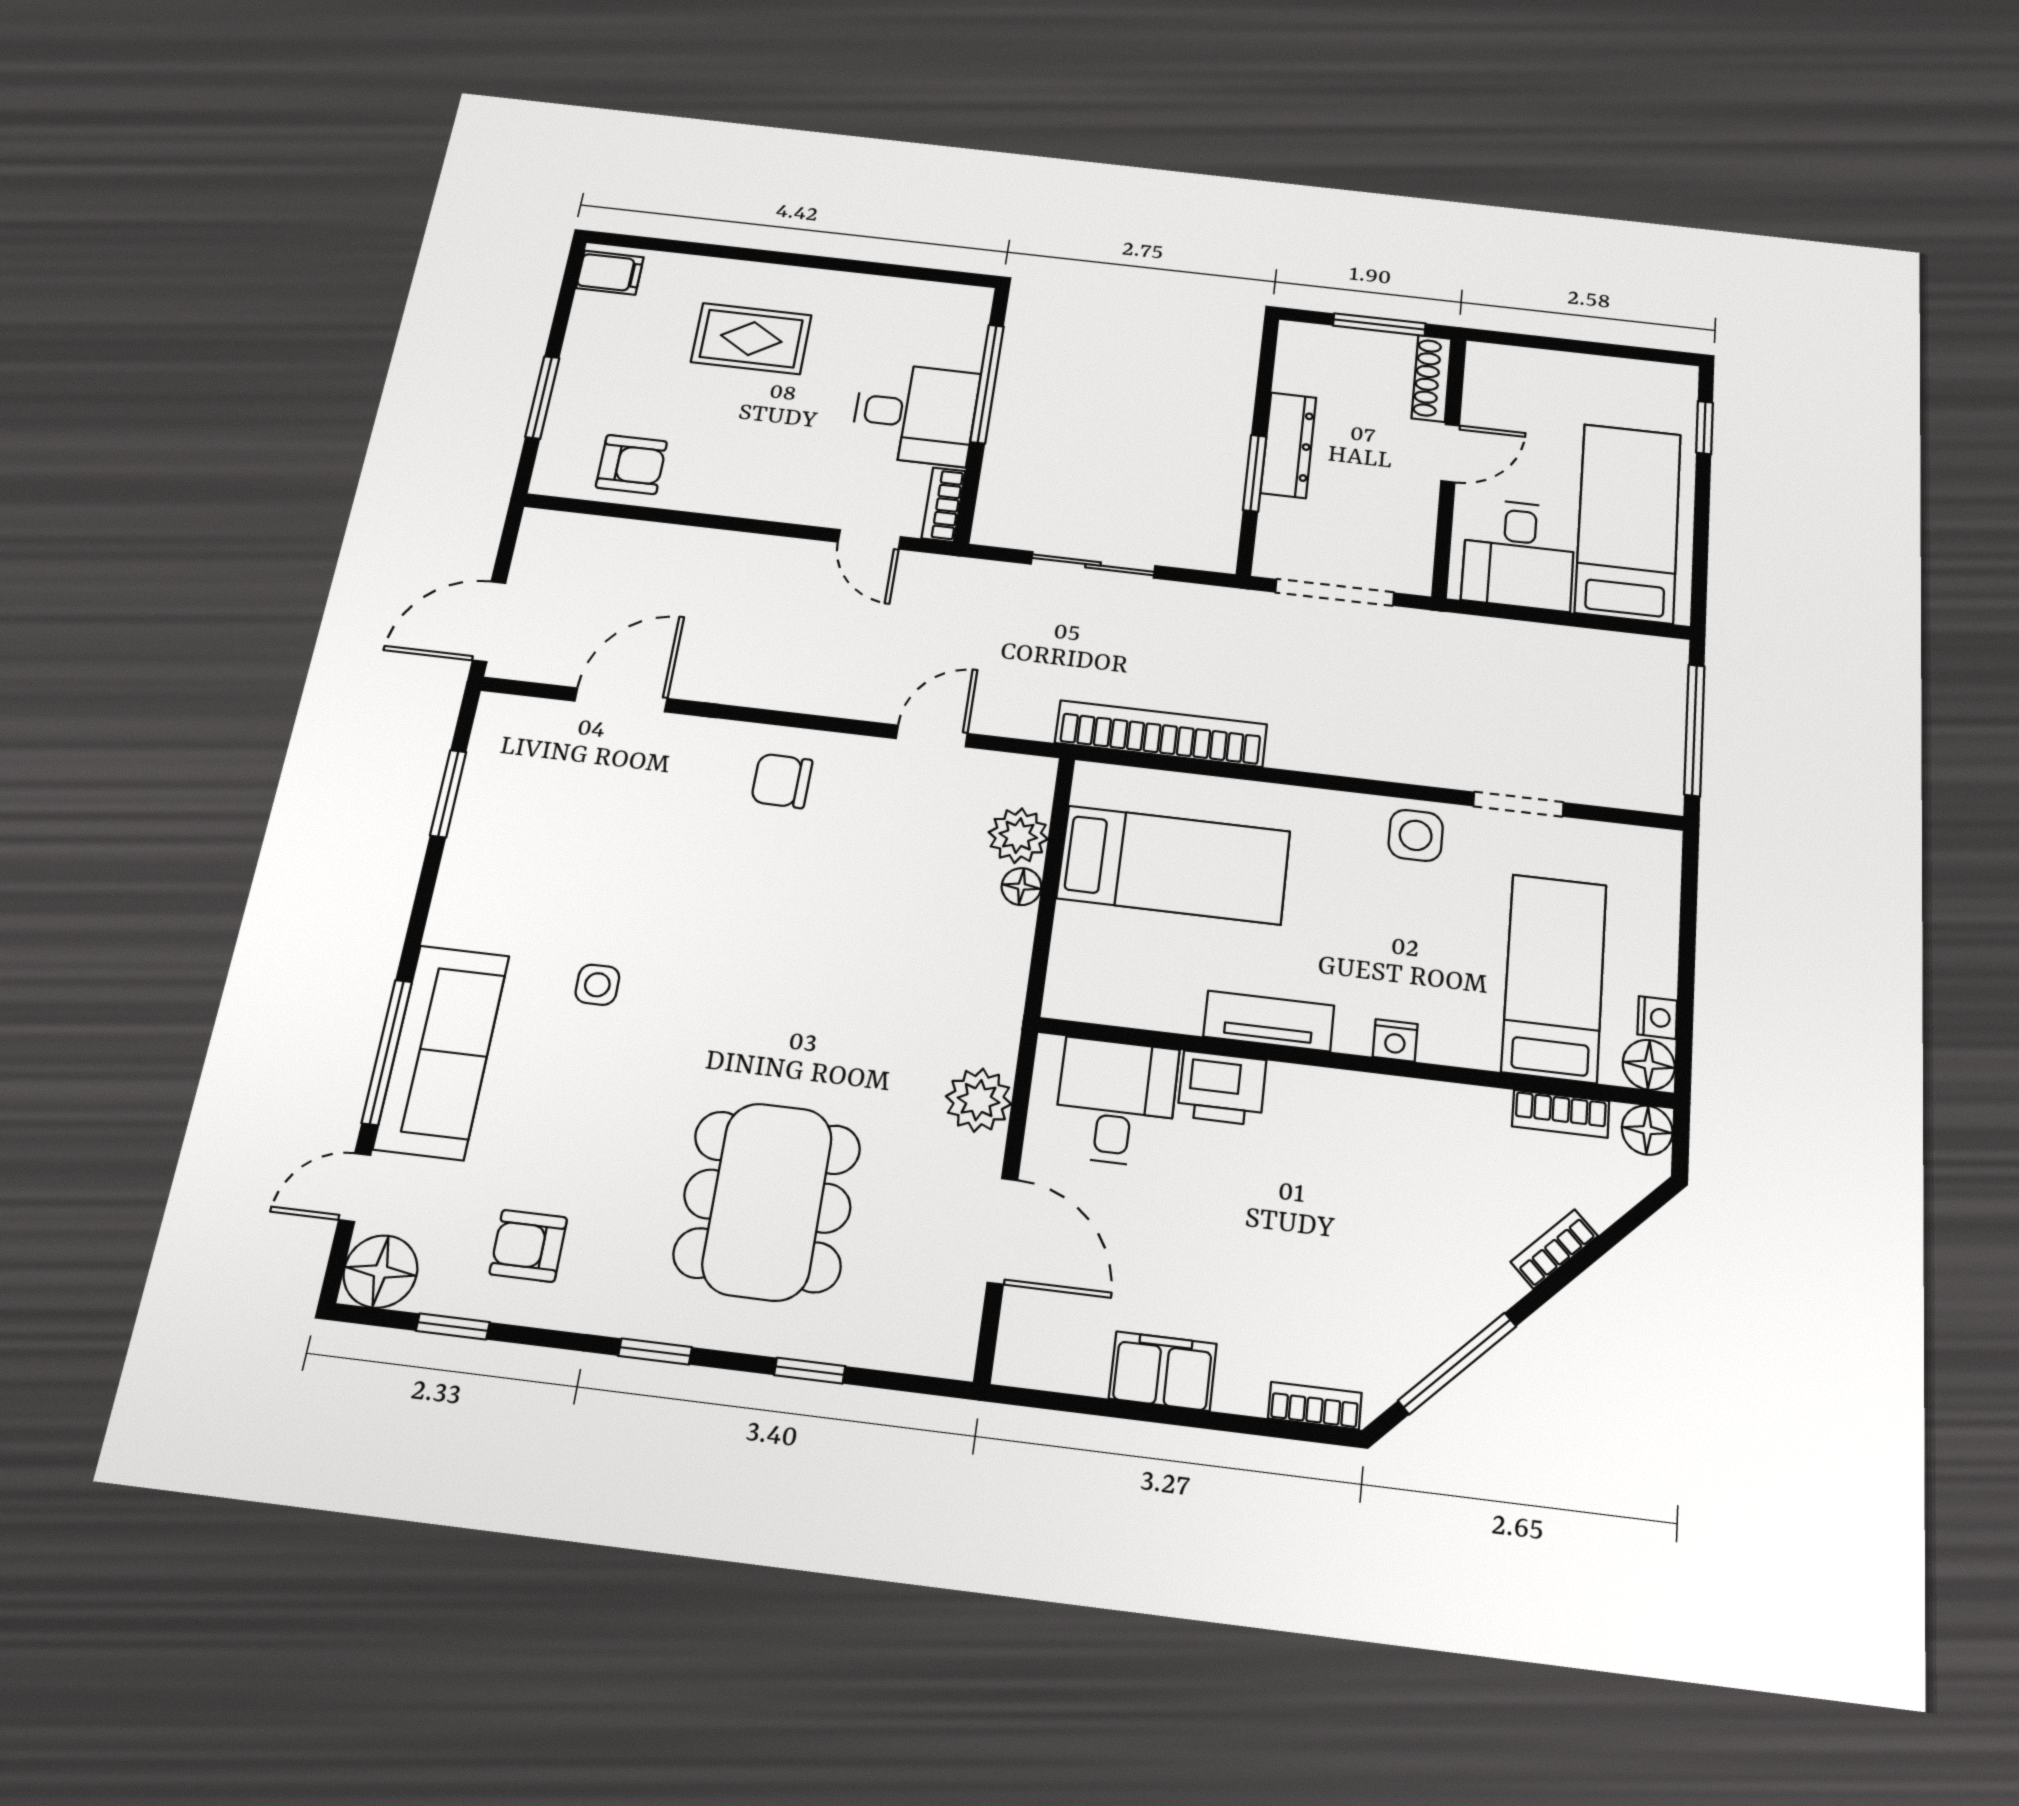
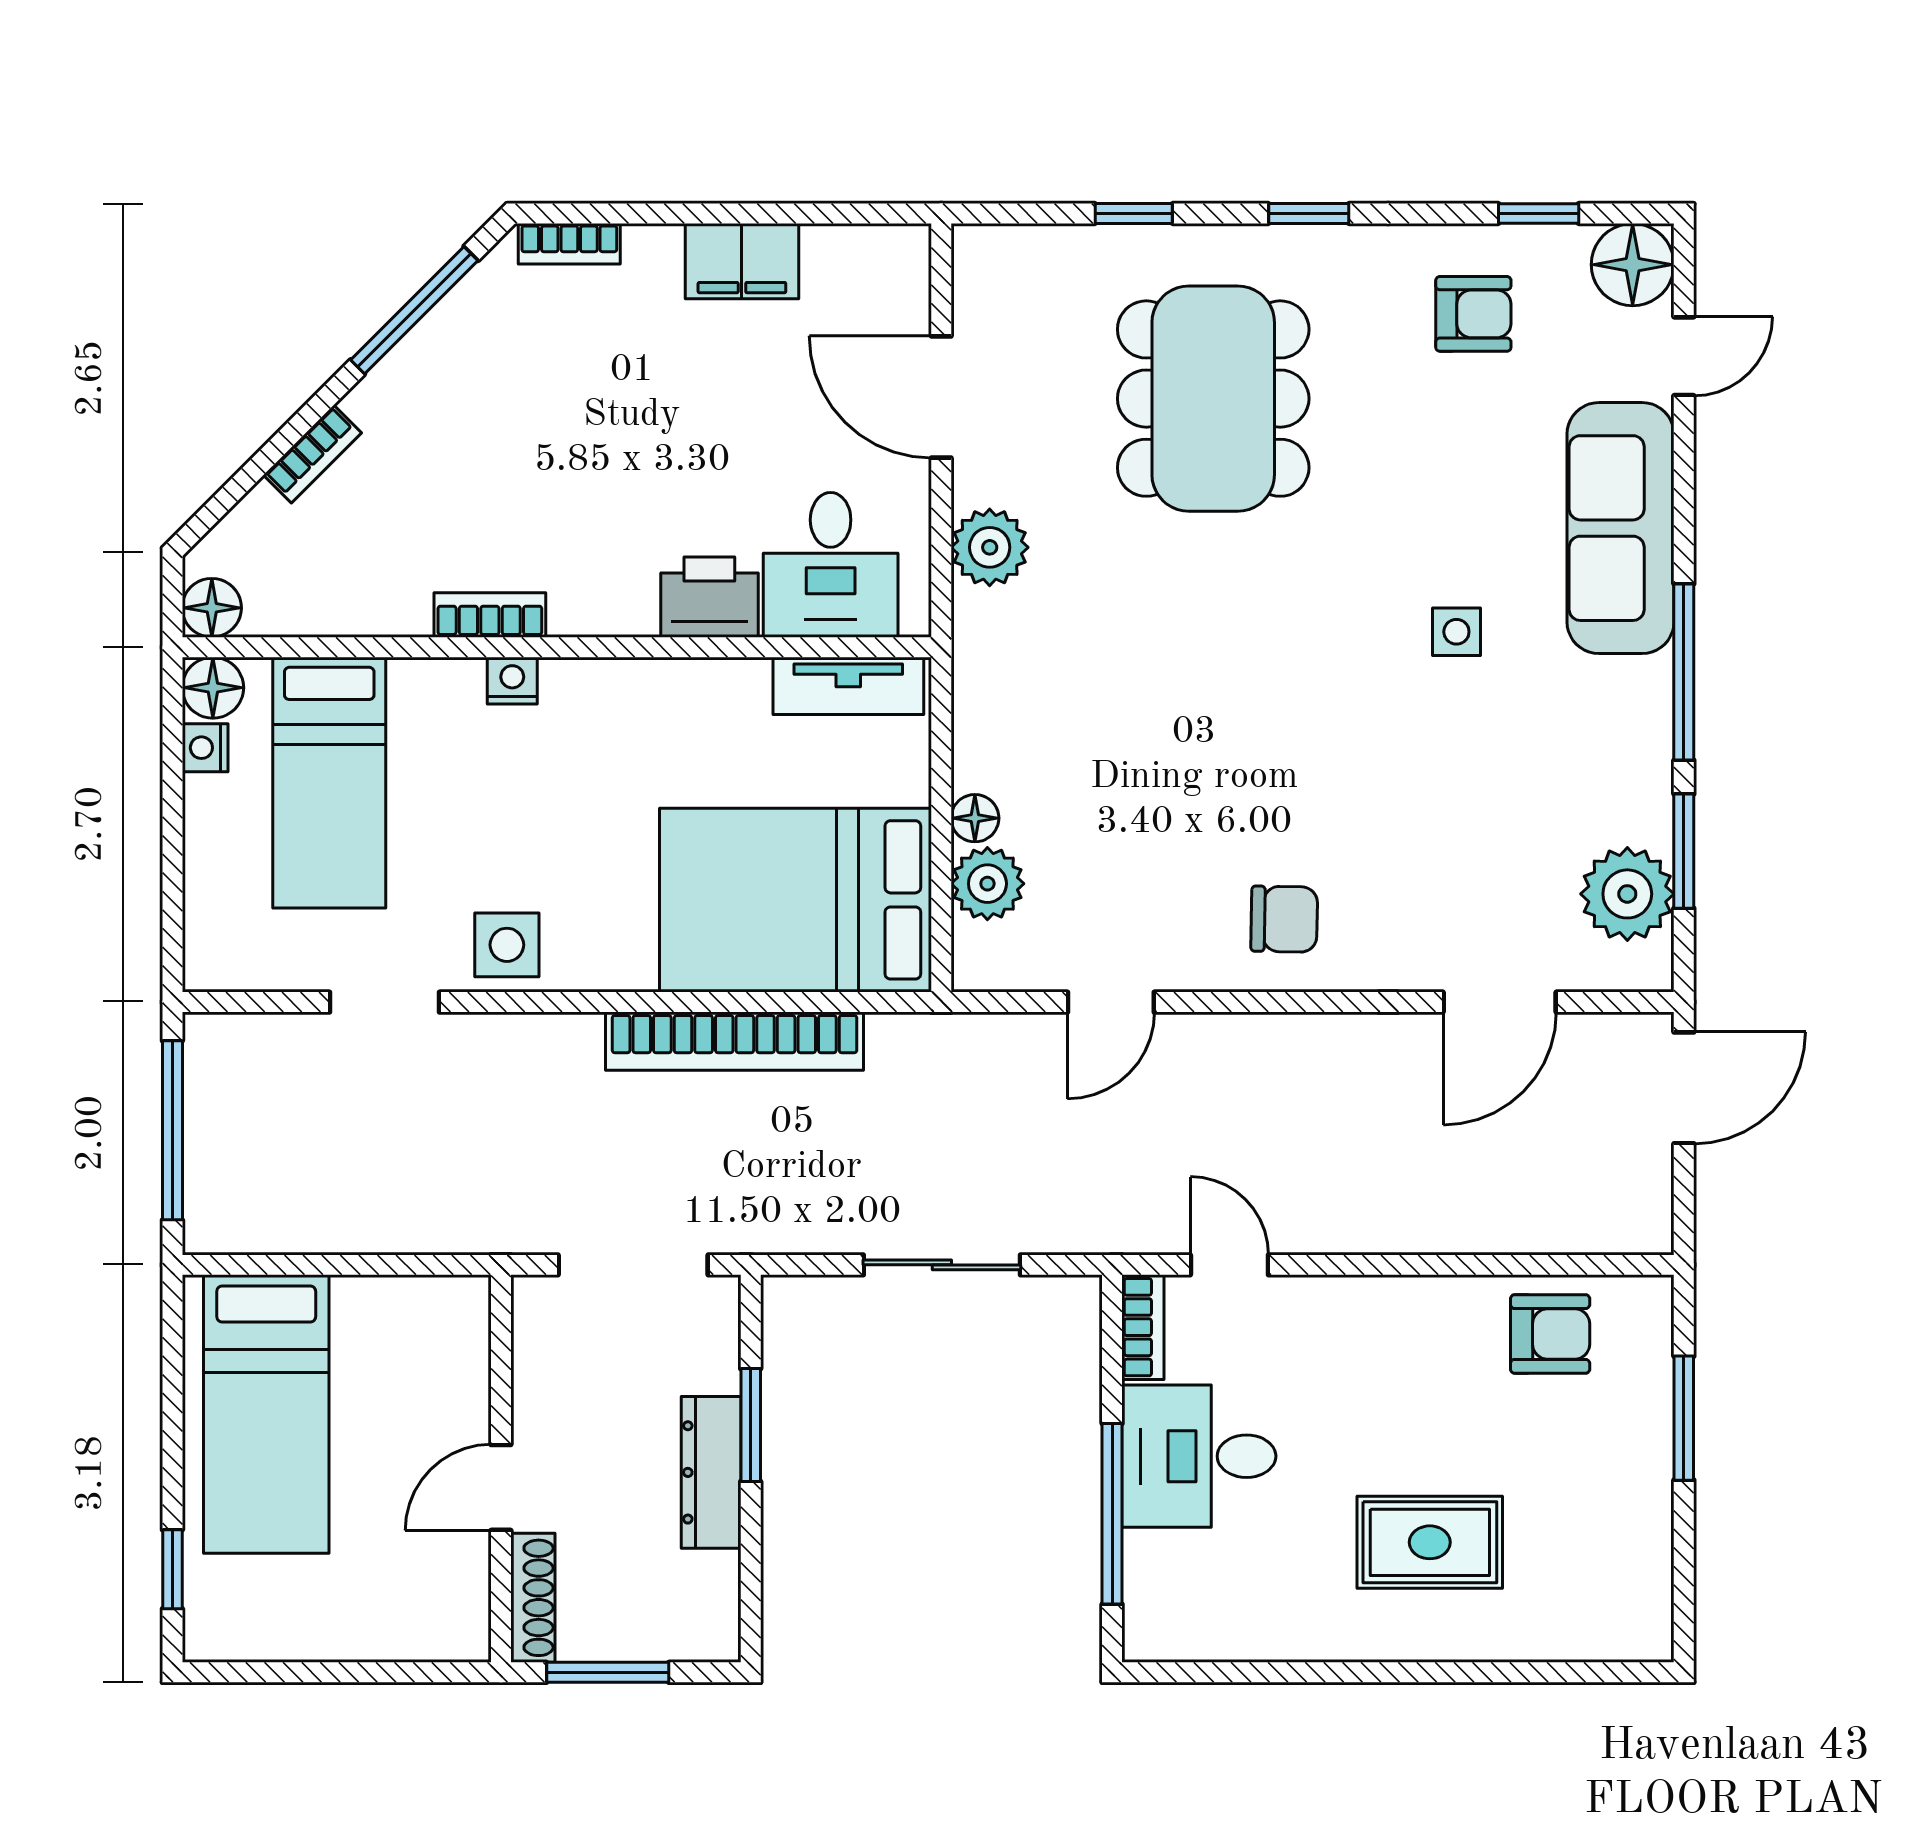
filing cabinet: (610, 273) -> (1634, 1620), removed
armchair: (631, 464) -> (1550, 1334), turned 180
desk: (1519, 554) -> (404, 1350), removed
bookcase: (1161, 734) -> (735, 1041), moved
plant: (501, 767) -> (1627, 894), added
bed: (1174, 865) -> (796, 900), width x1.50
tv unit: (1269, 1021) -> (848, 686), moved
window: (387, 1052) -> (1684, 672), moved
bookcase: (1561, 1114) -> (490, 615), moved

